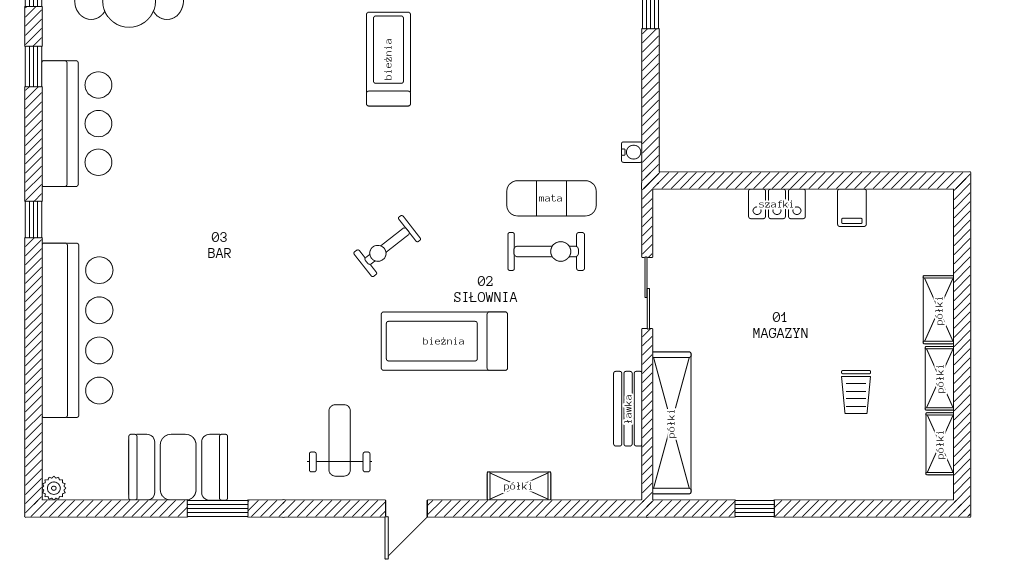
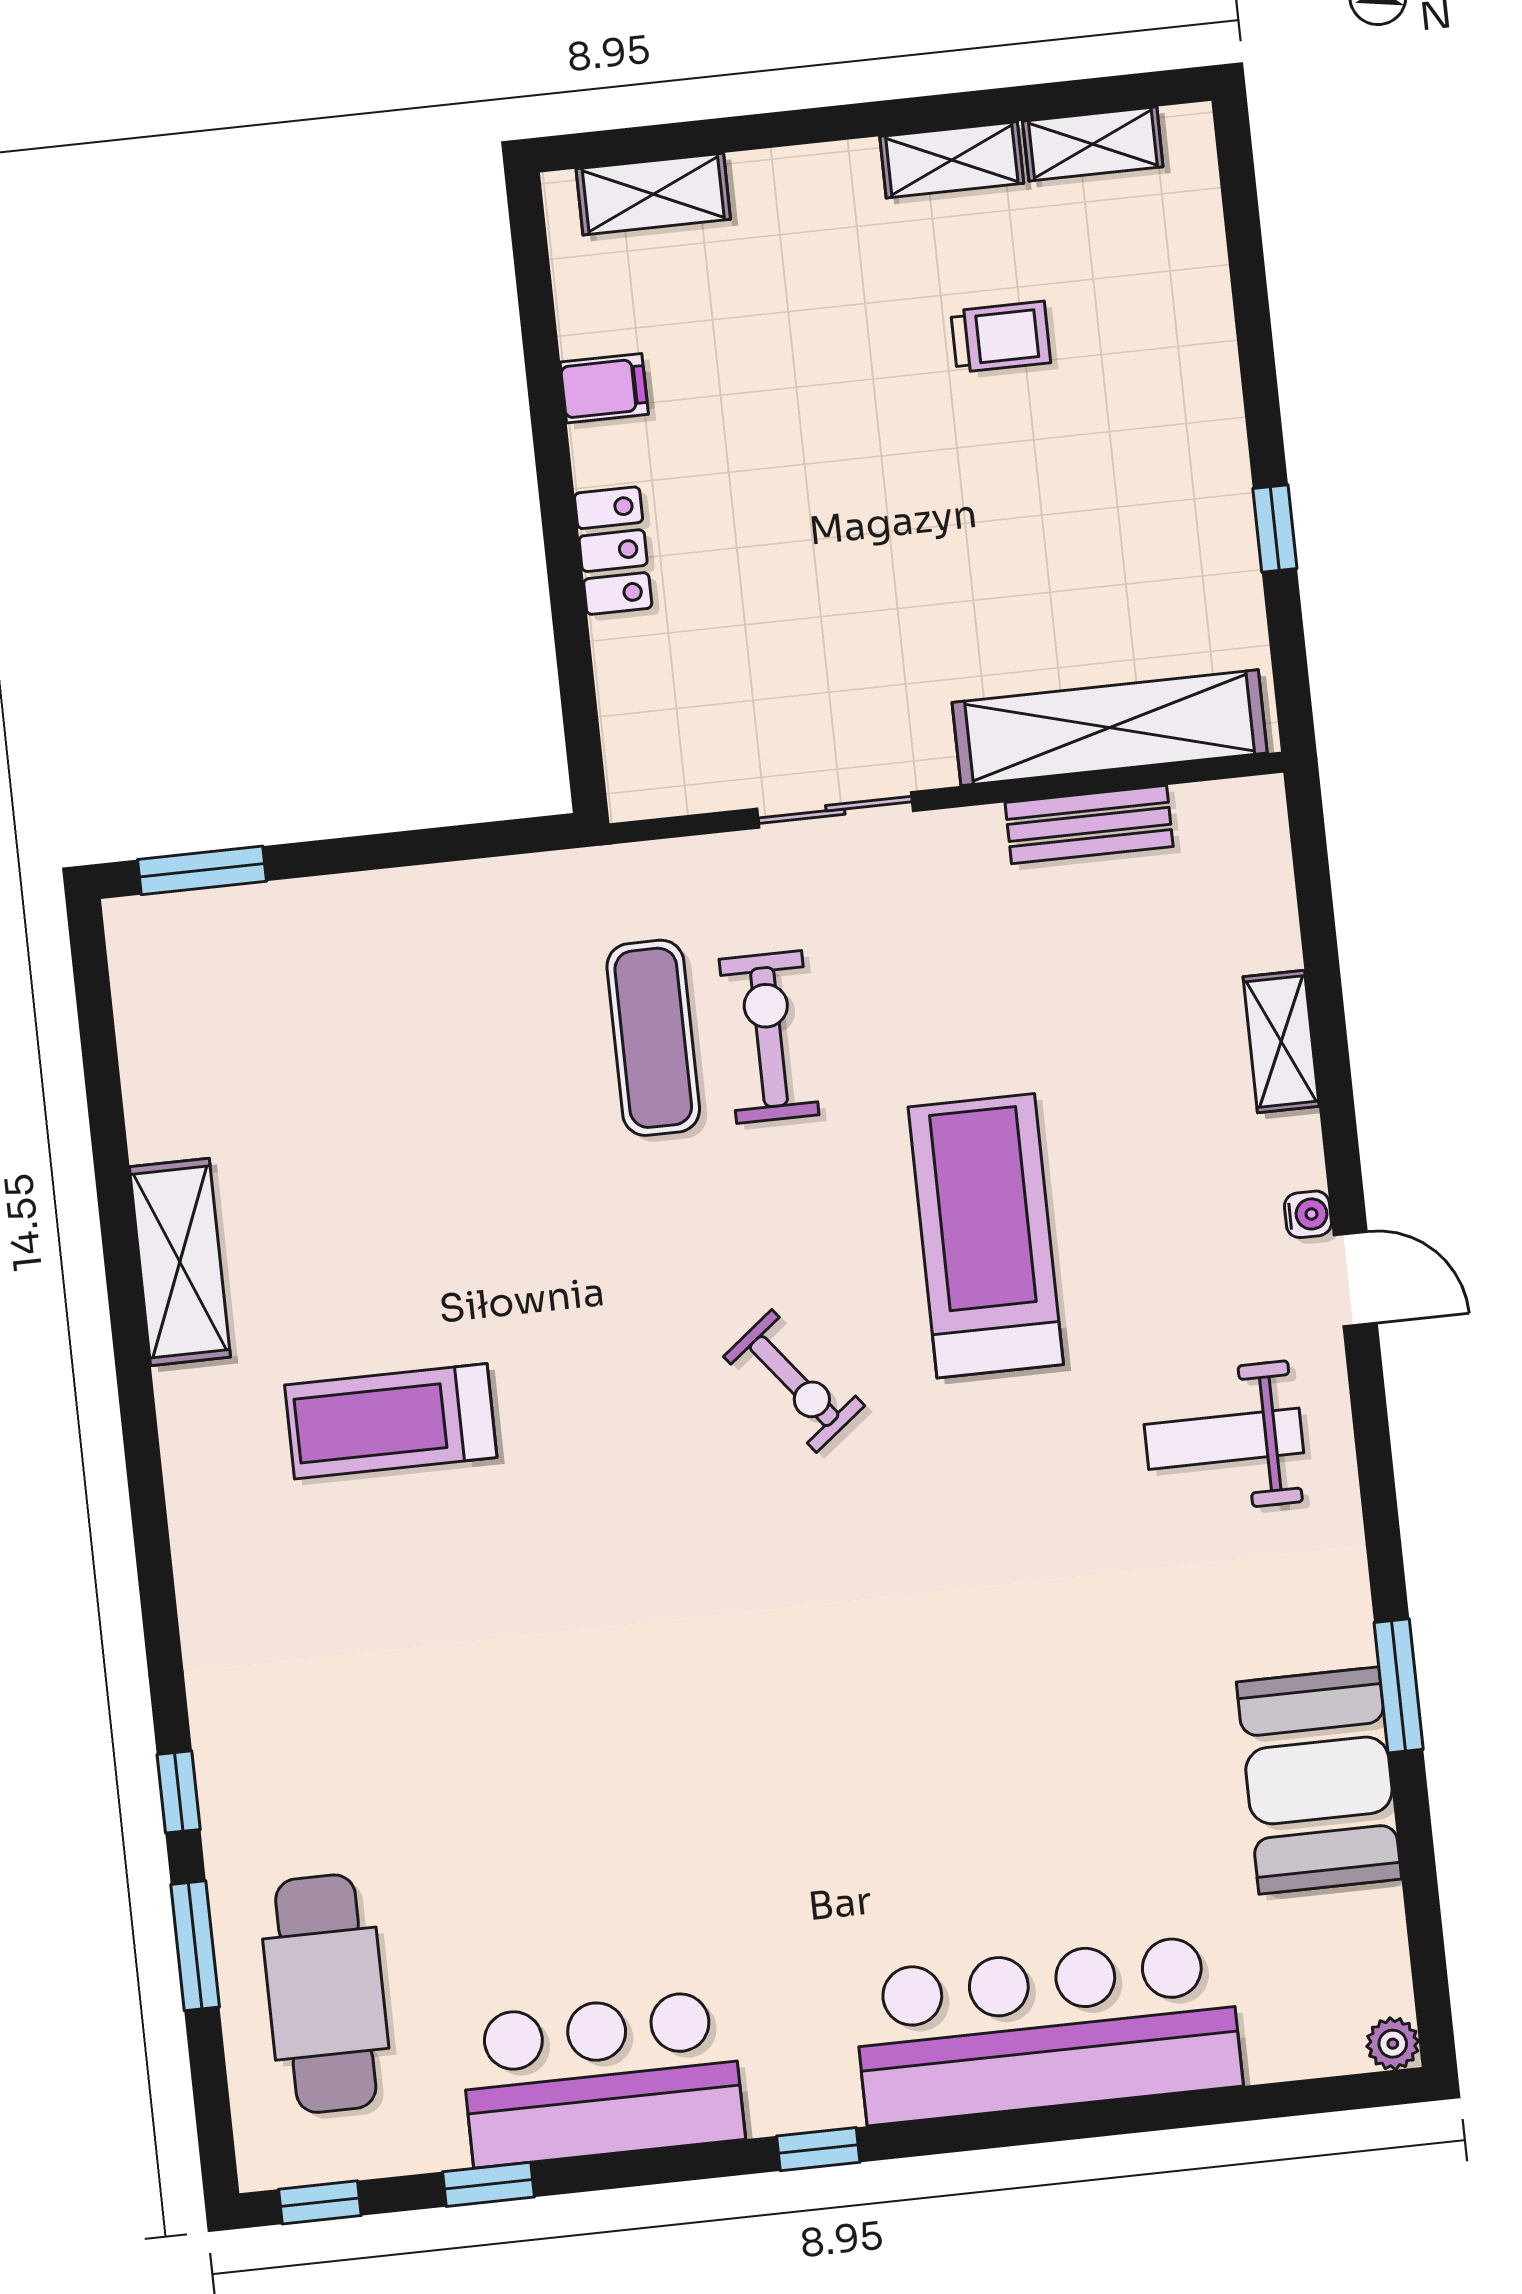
water cooler: (632, 152) -> (1308, 1214), moved, turned 90
shelving: (939, 310) -> (653, 194), moved
treadmill: (444, 341) -> (986, 1236), turned 180

